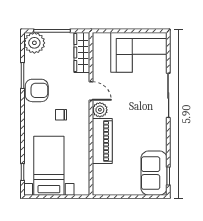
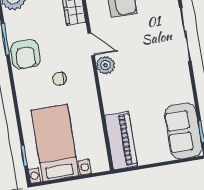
armchair: (37, 90) -> (25, 54), turned 90
piano: (102, 141) -> (121, 141), moved

